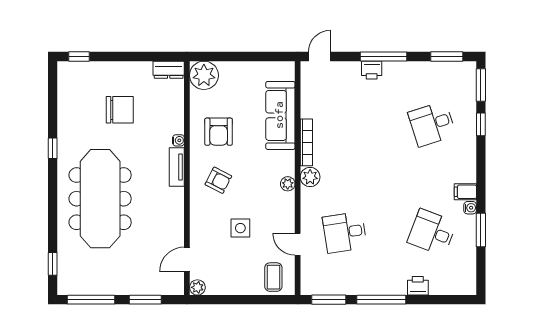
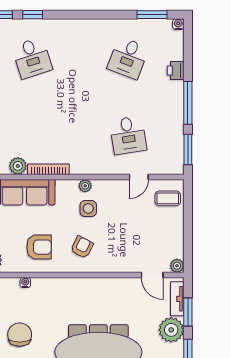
water cooler: (178, 140) -> (25, 283), moved
tv unit: (177, 167) -> (177, 299), moved, turned 90
plant: (310, 177) -> (18, 166), moved
filing cabinet: (465, 192) -> (92, 28), removed
water cooler: (470, 208) -> (178, 24), moved
side table: (240, 228) -> (88, 208), moved
window: (481, 230) -> (152, 15), moved
plant: (125, 281) -> (171, 330), added

